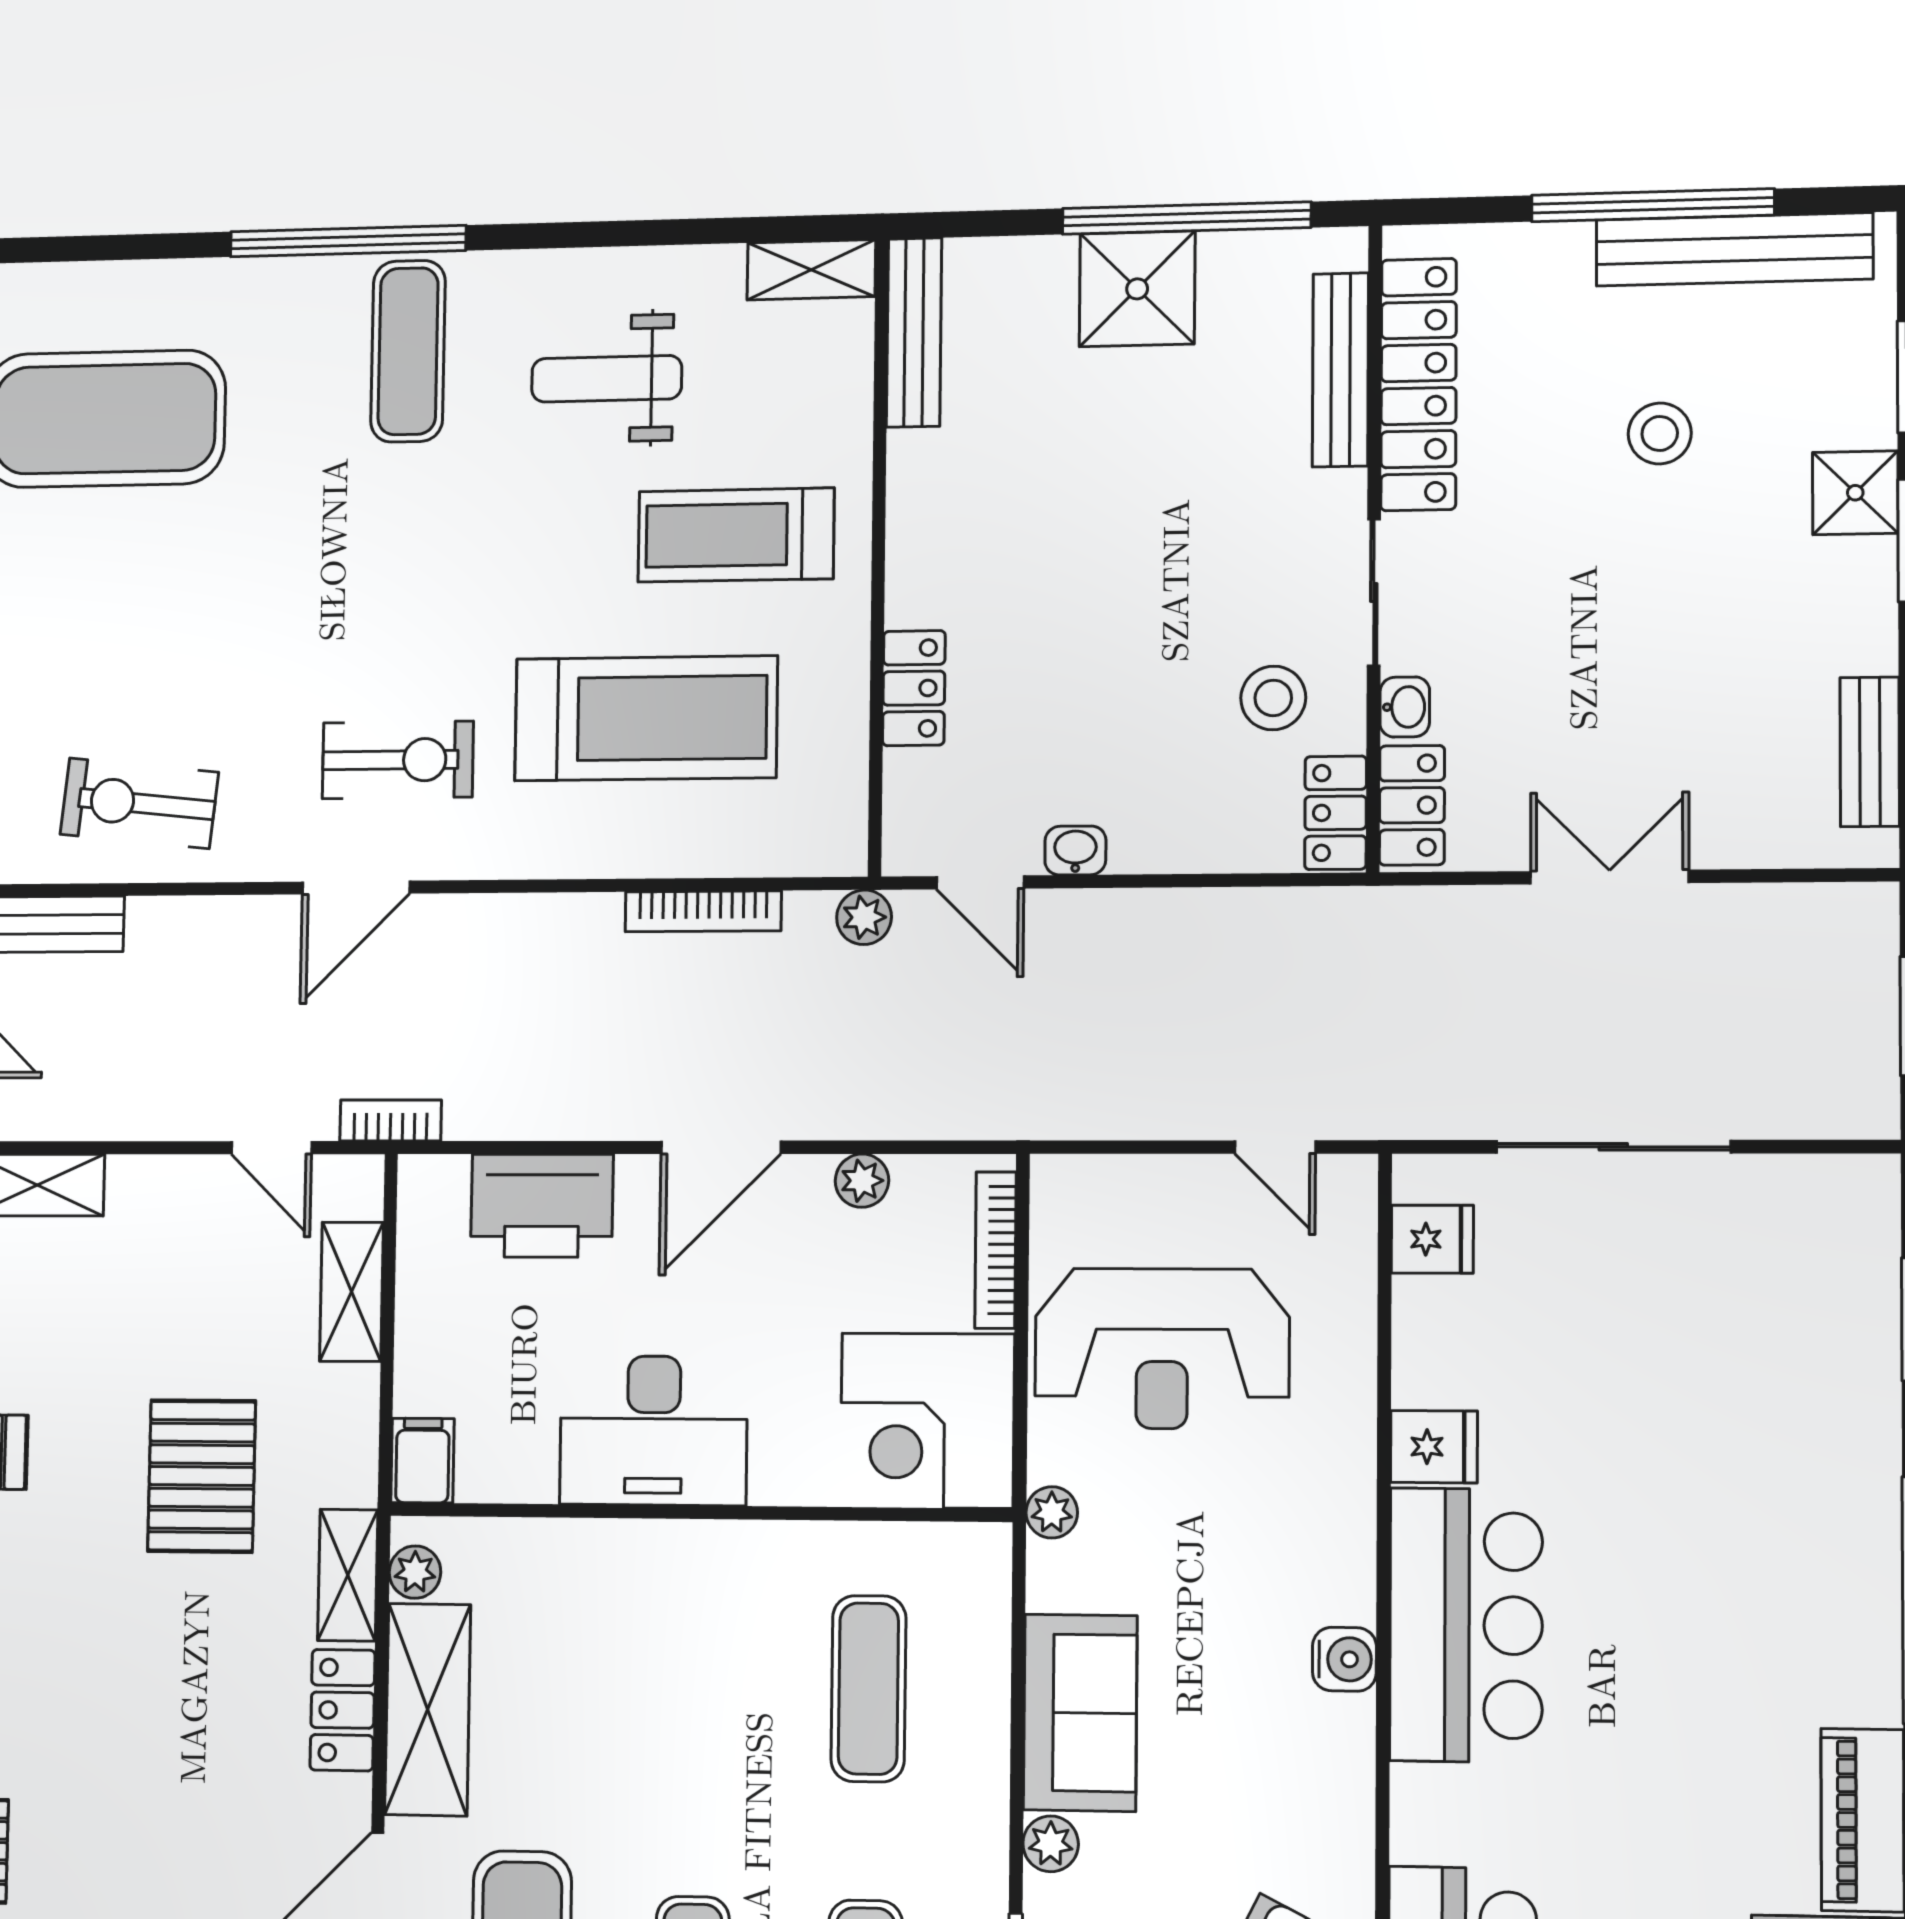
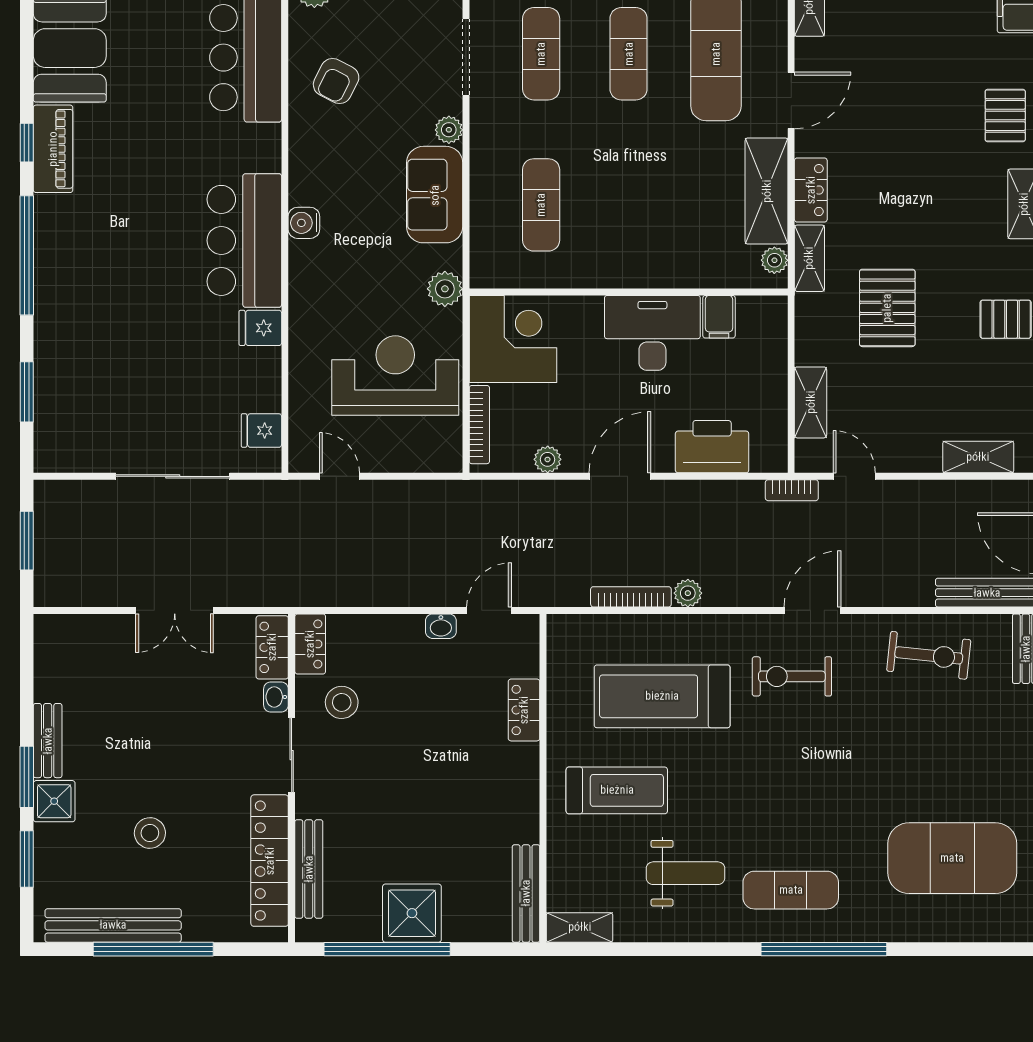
exercise mat: (408, 351) -> (791, 890), turned 90
bench: (1870, 752) -> (48, 741), moved
door: (980, 882) -> (489, 610), hinge flipped
plant: (864, 917) -> (688, 593), moved
filing cabinet: (422, 1461) -> (719, 317), moved
plant: (1052, 1512) -> (445, 289), width x1.38, depth x1.38

